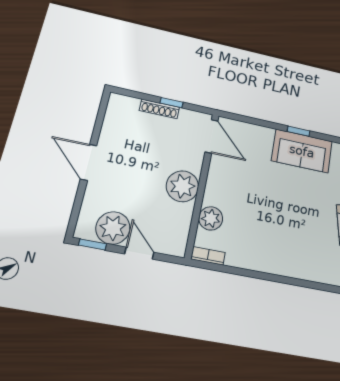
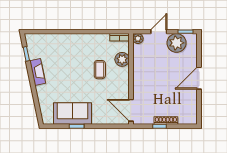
door: (89, 162) -> (199, 78), swing flipped
plant: (182, 186) -> (138, 39), moved, width x0.53, depth x0.53
coffee table: (250, 209) -> (100, 70), added
door: (139, 253) -> (159, 32), swing flipped

